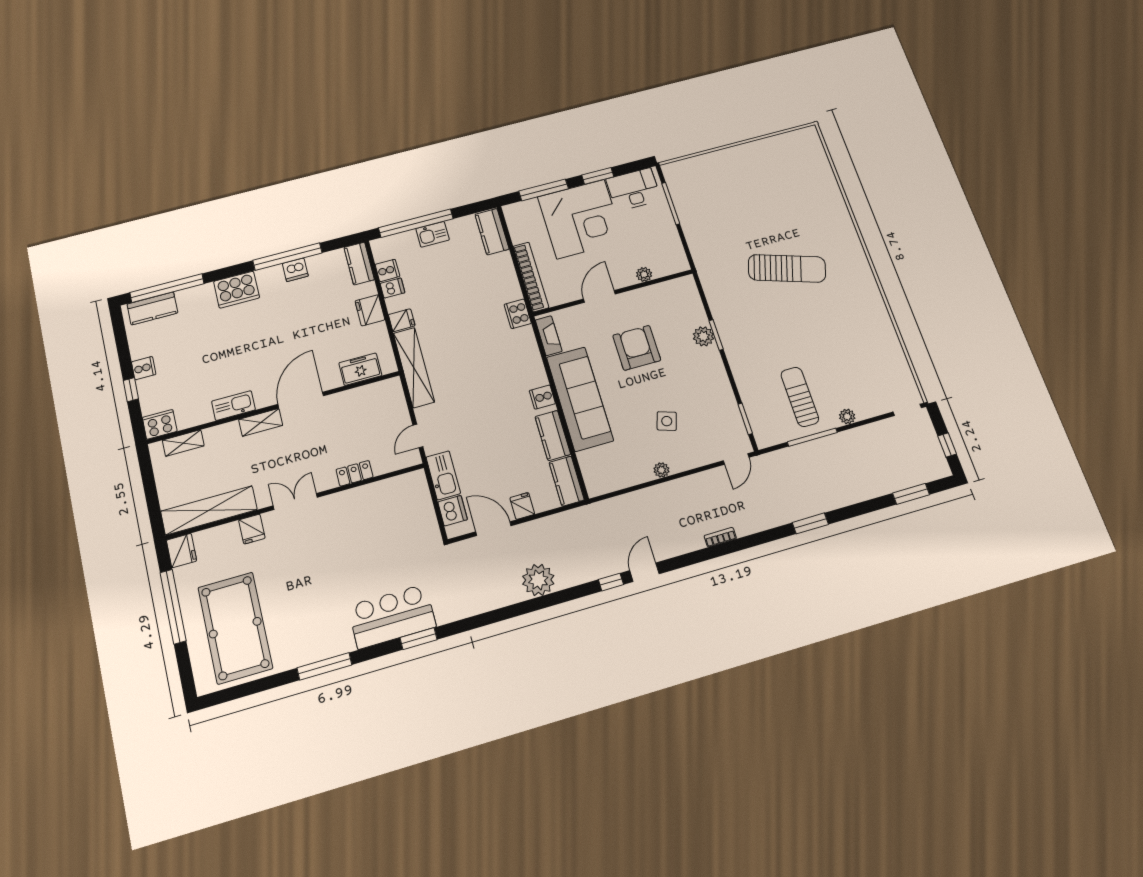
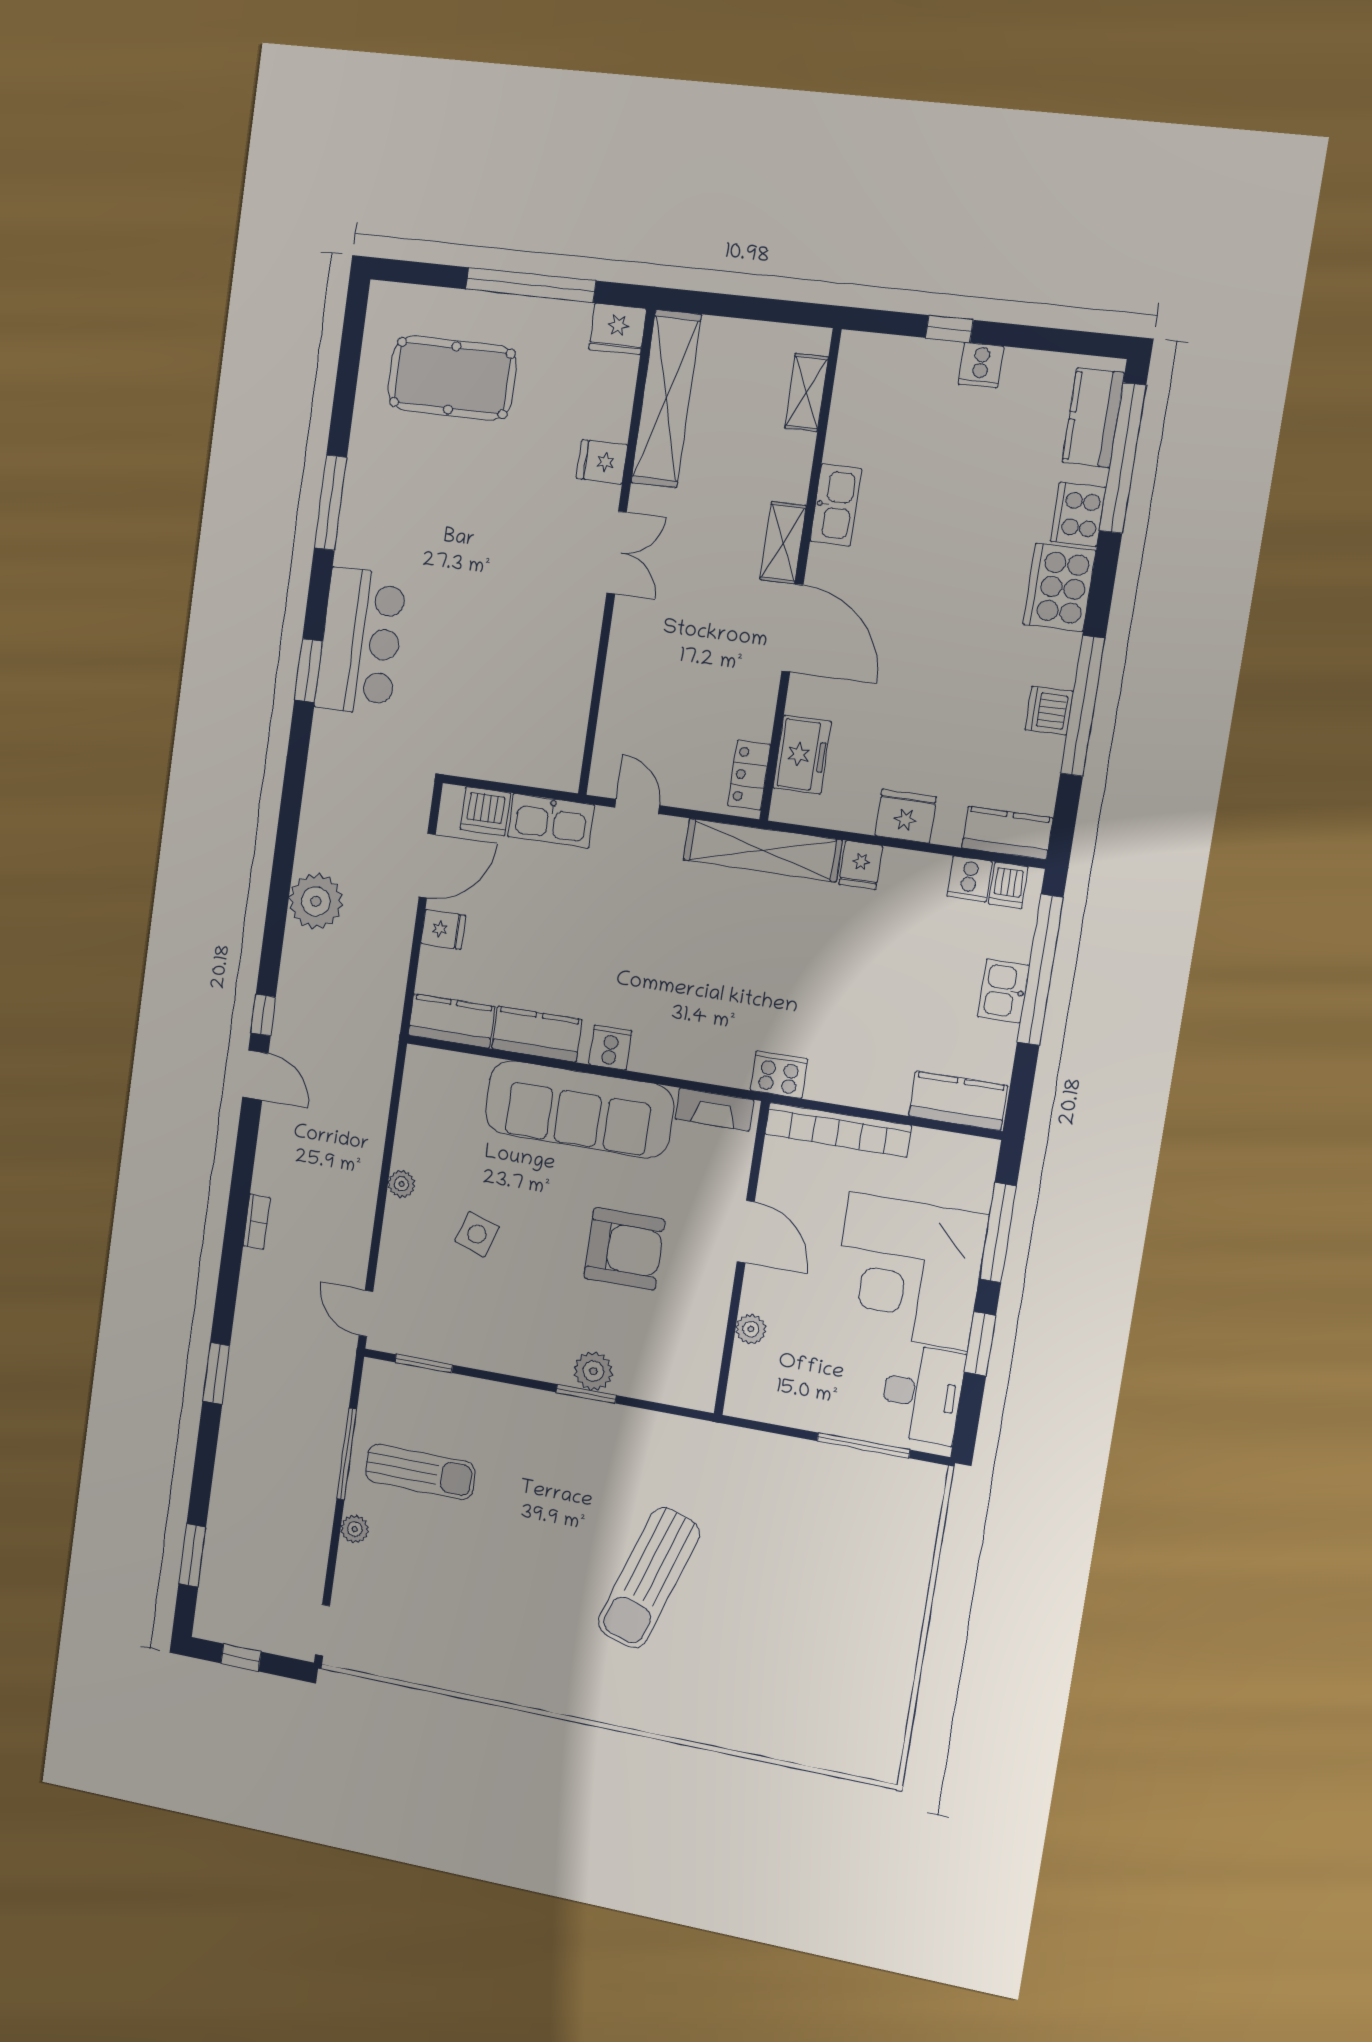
dishwasher: (393, 288) -> (1008, 885), moved
cooker: (160, 424) -> (1078, 514), moved, turned 180
locker: (355, 473) -> (749, 775), moved, turned 180
pool table: (235, 628) -> (452, 378), width x0.73, depth x0.76

